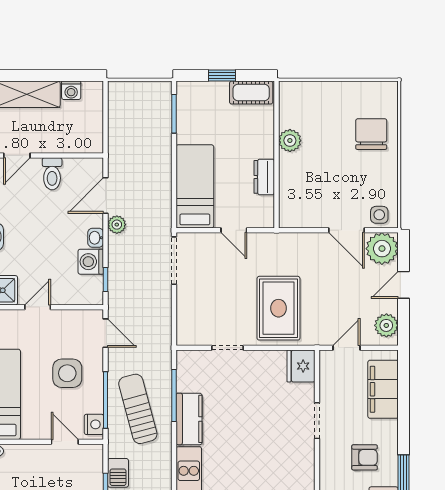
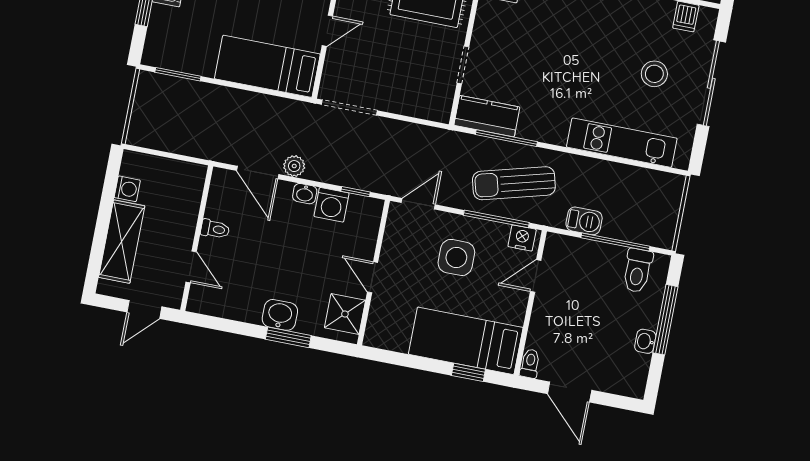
toilet: (52, 174) -> (215, 229), width x0.73, depth x0.72
kitchen counter: (189, 419) -> (487, 116), moved

